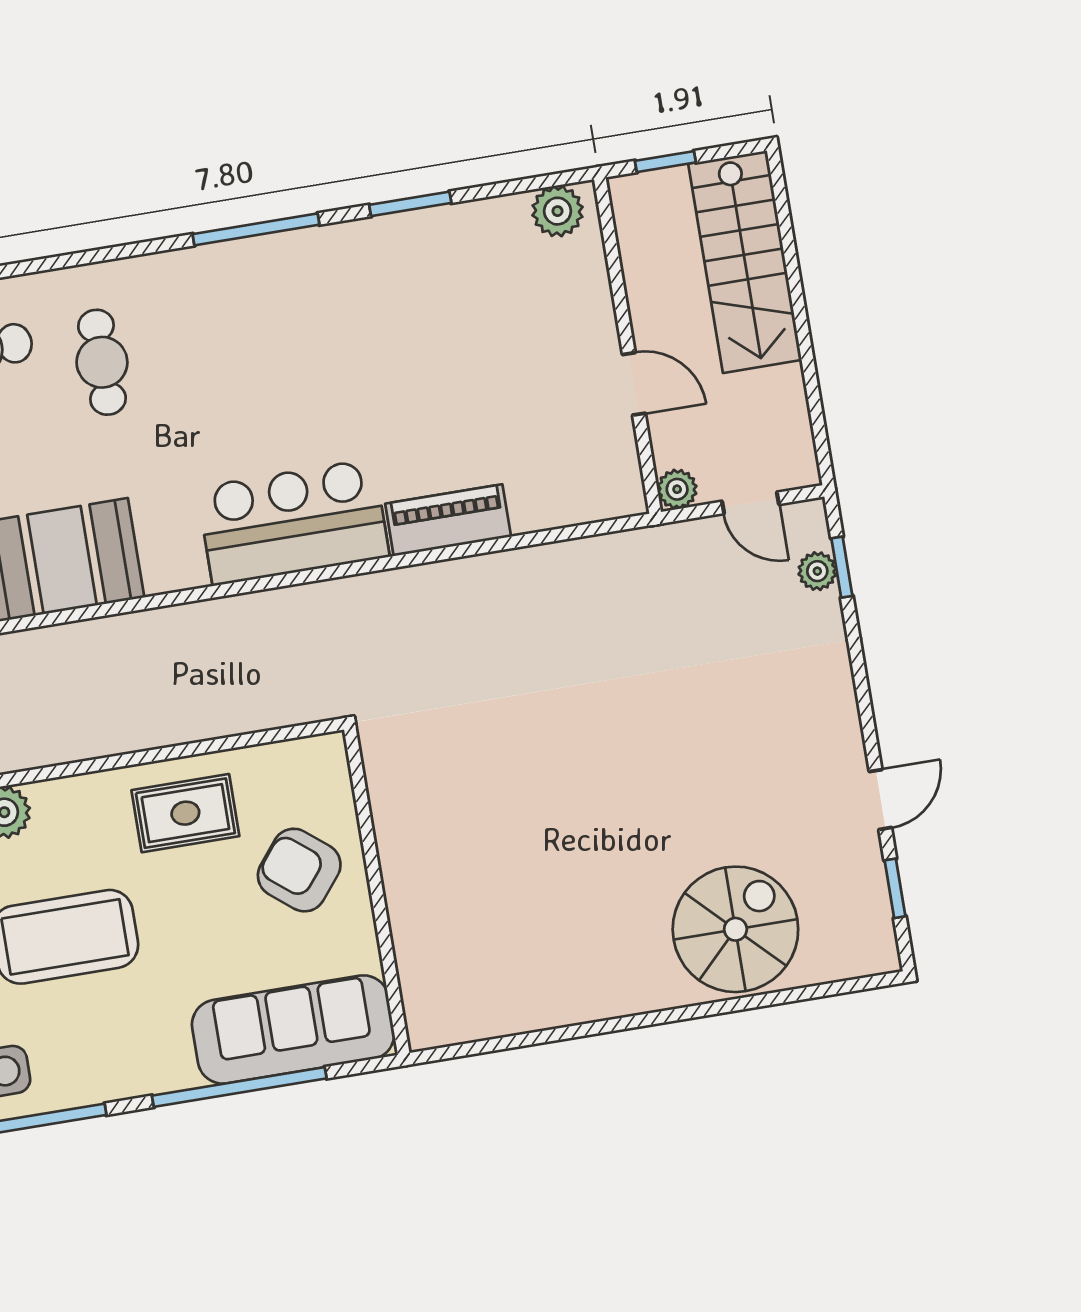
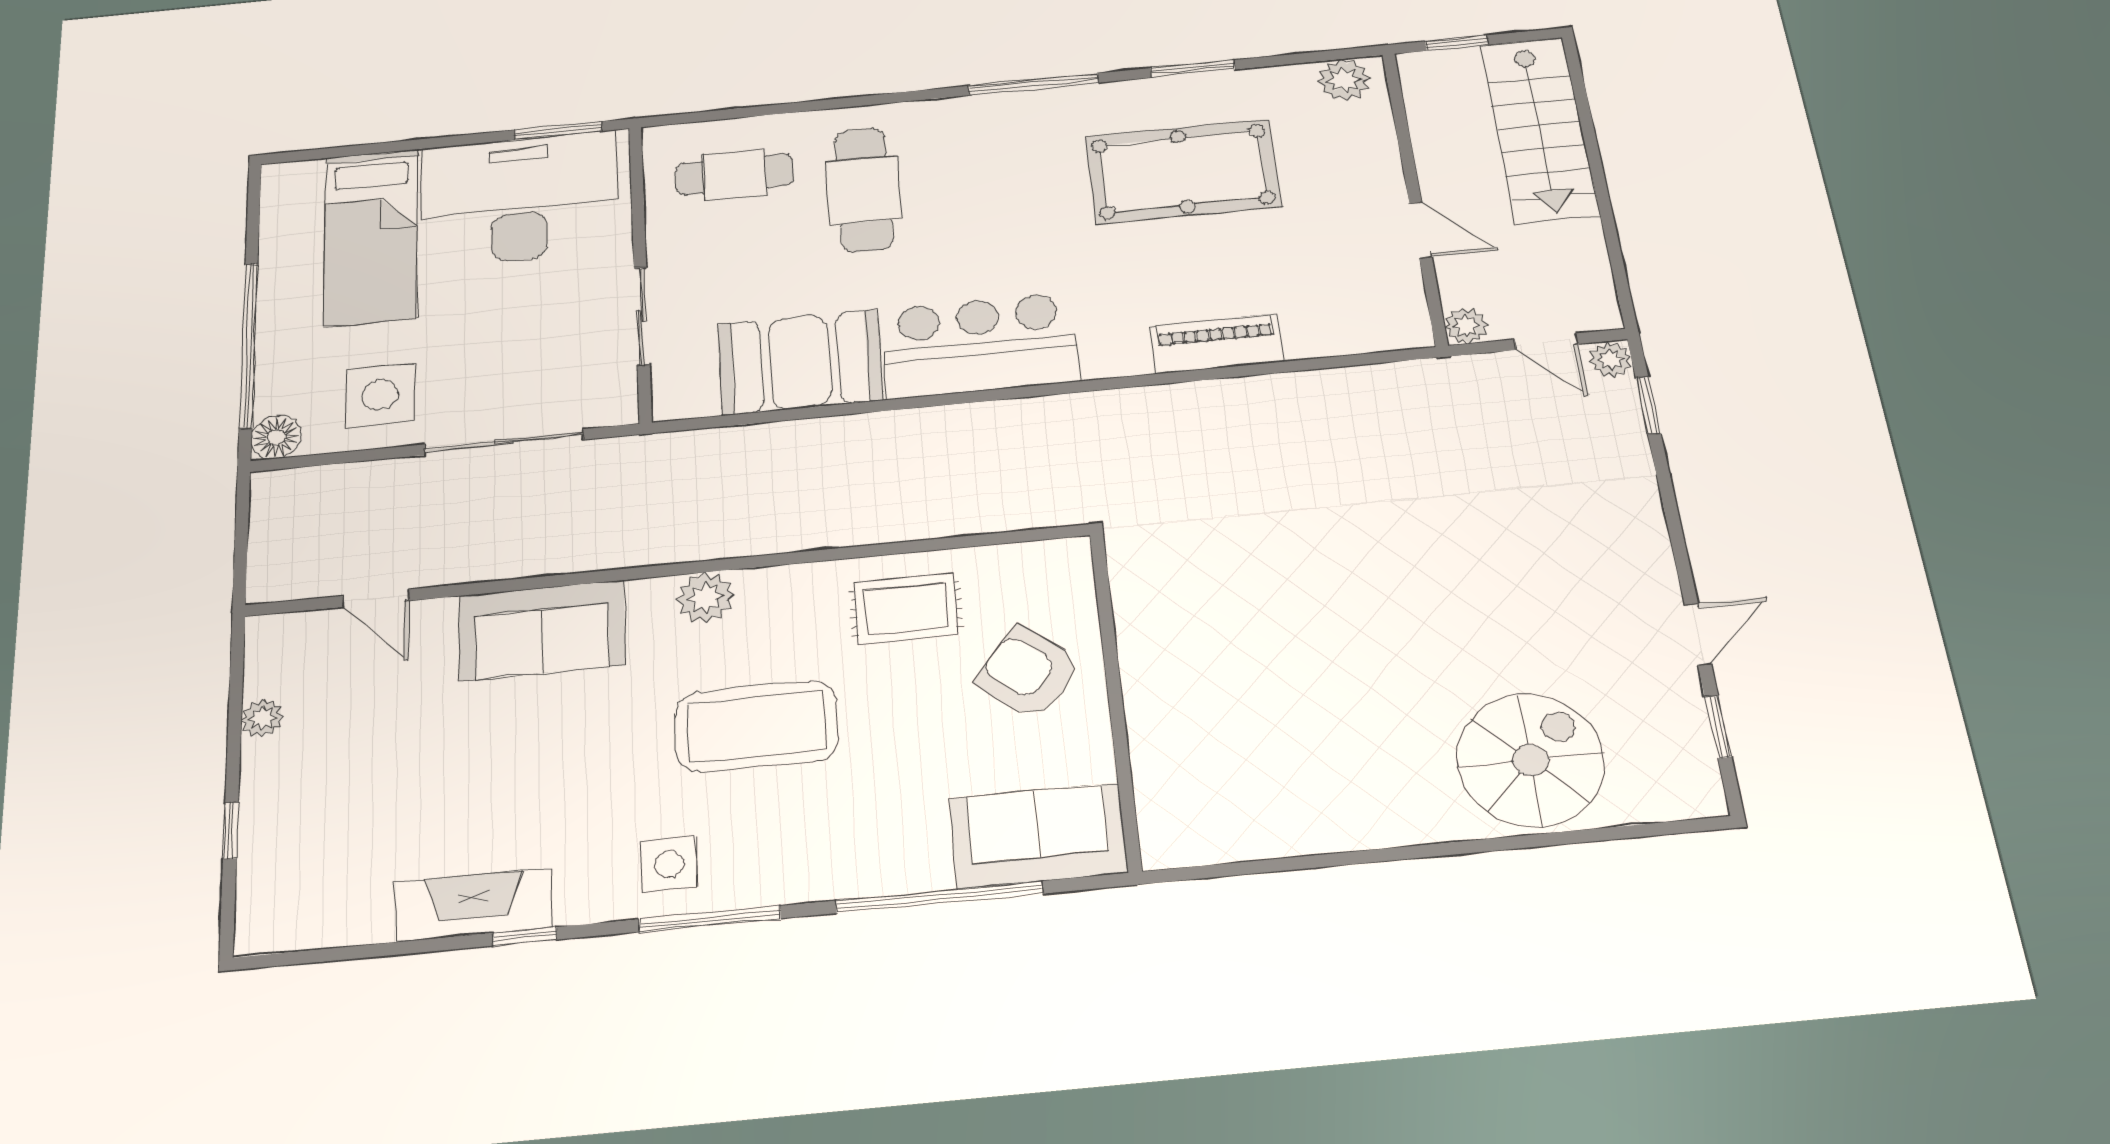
pool table: (407, 327) -> (1183, 171), added
cafe table: (102, 362) -> (864, 190), width x1.37, depth x1.35
bar counter: (293, 522) -> (980, 345), moved
plant: (817, 571) -> (1610, 359), moved
sofa: (293, 1029) -> (1038, 835), width x0.73

